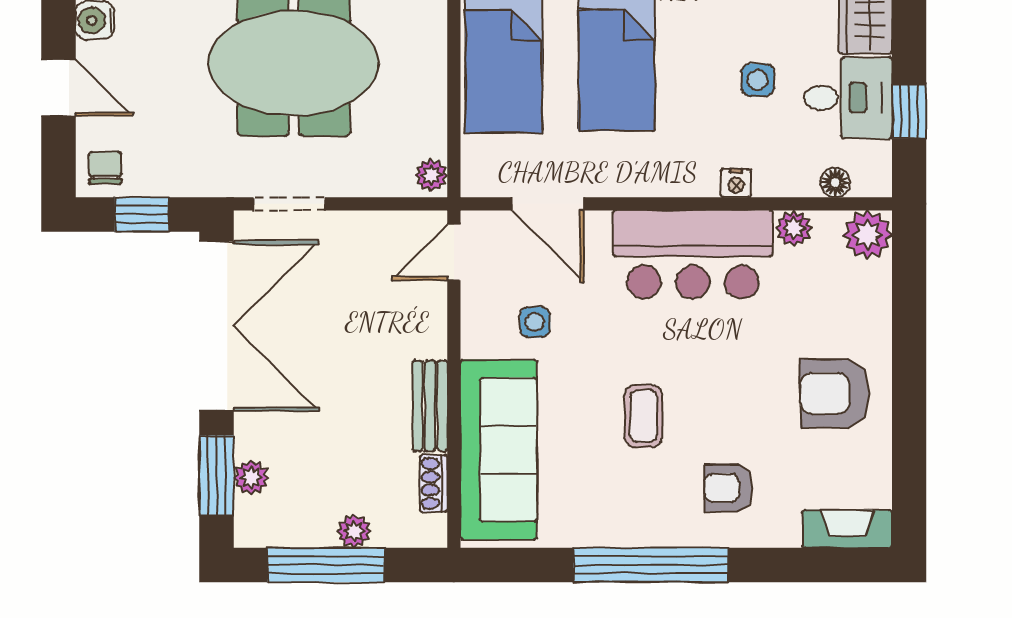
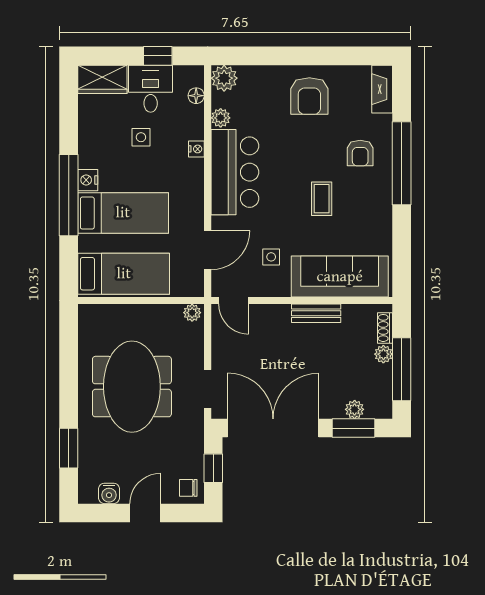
coffee table: (643, 416) -> (322, 199), turned 90
shoe rack: (434, 483) -> (385, 328), moved, turned 90
window: (651, 565) -> (402, 163), moved

